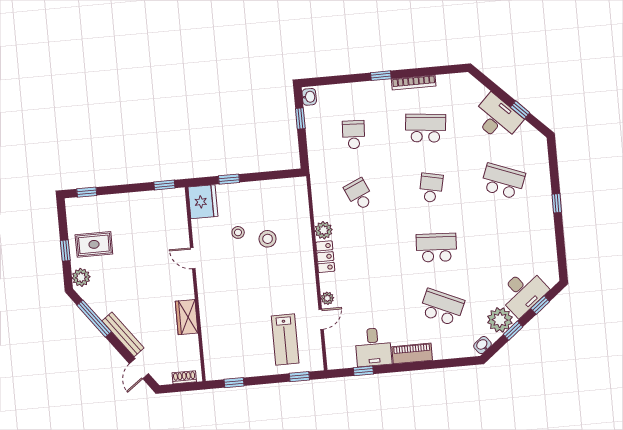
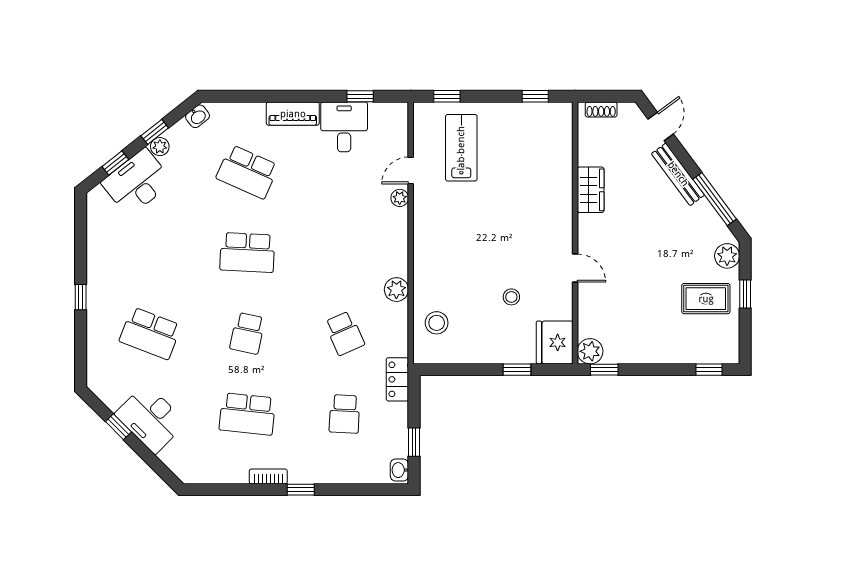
bookcase: (414, 83) -> (268, 476), width x0.64
plant: (176, 198) -> (590, 351), added
stool: (268, 239) -> (437, 323), moved
locker: (325, 257) -> (397, 379), moved
plant: (500, 320) -> (160, 147), width x0.53, depth x0.53

